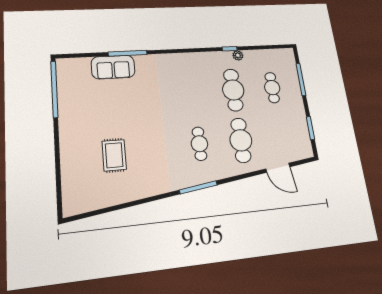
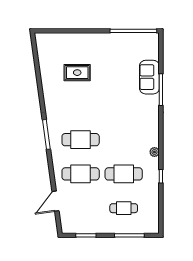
plant: (238, 55) -> (154, 152), moved
cafe table: (199, 144) -> (81, 140), width x1.37, depth x1.35

